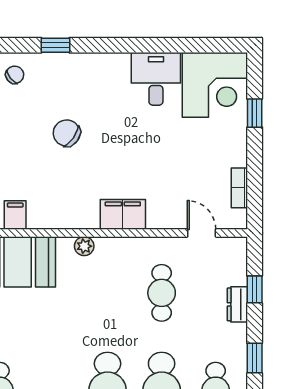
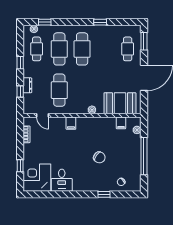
filing cabinet: (123, 214) -> (71, 123), width x0.50
cafe table: (162, 293) -> (59, 90), width x1.37, depth x1.35

